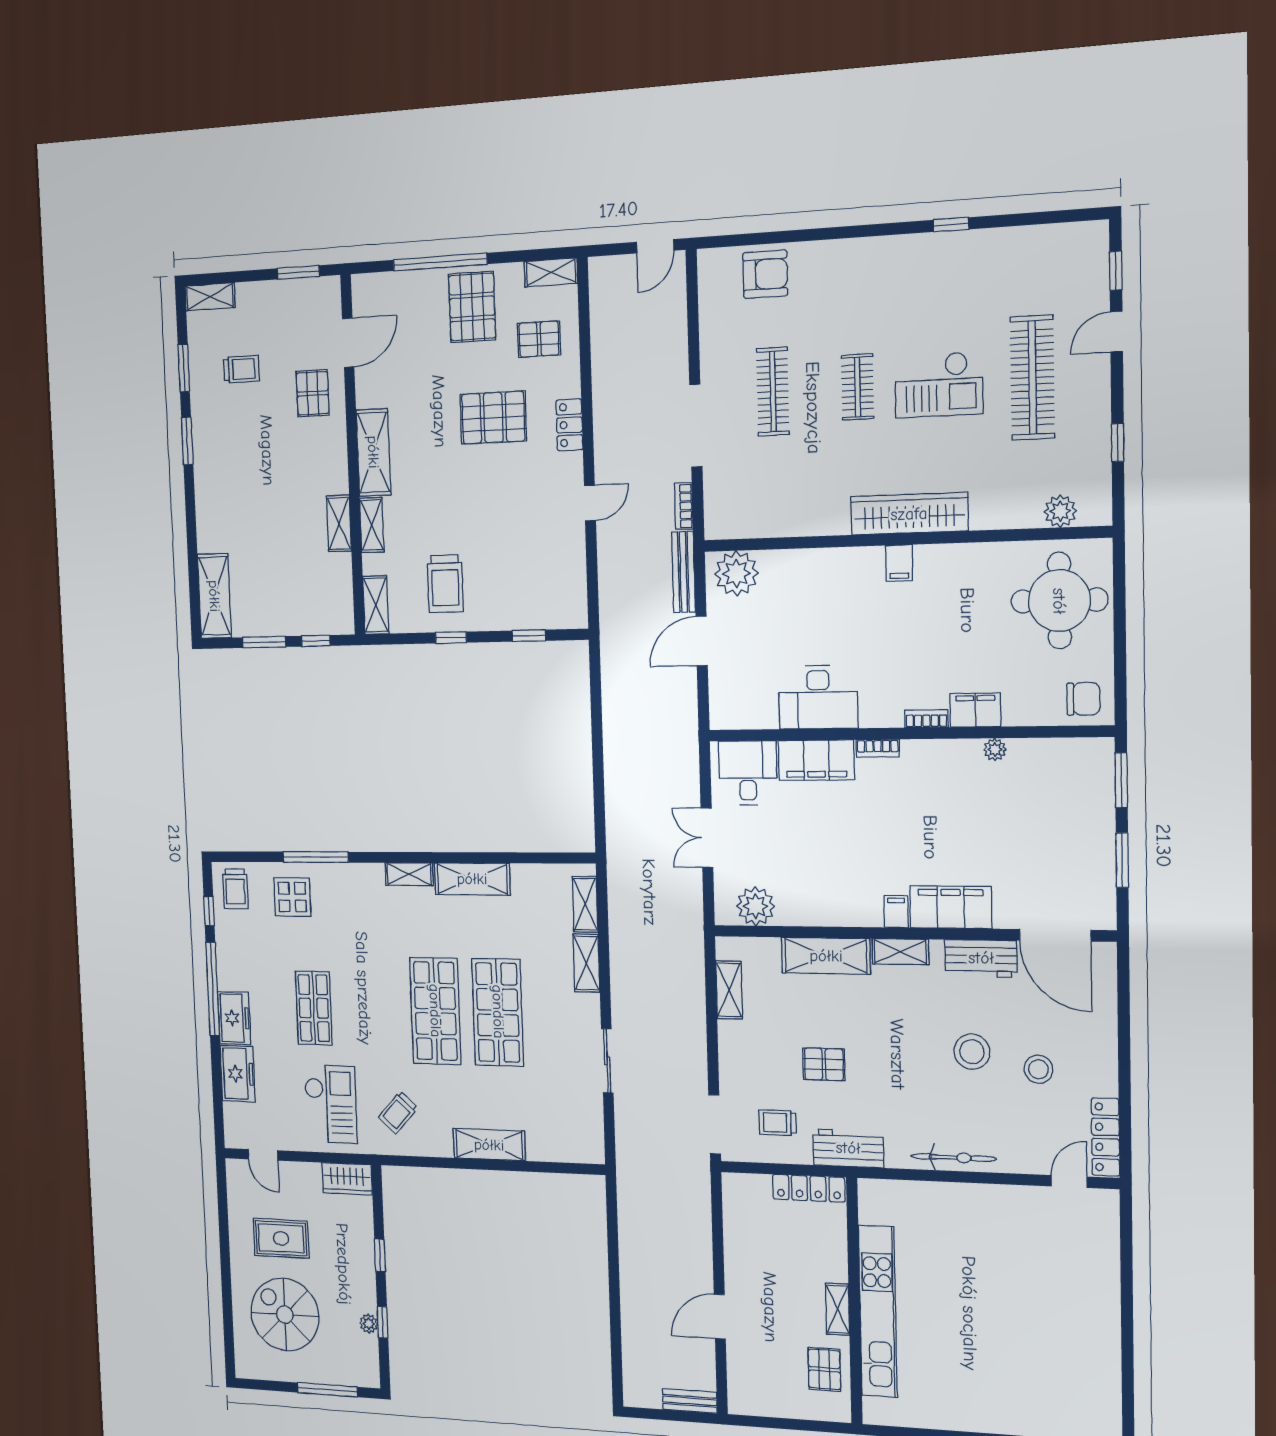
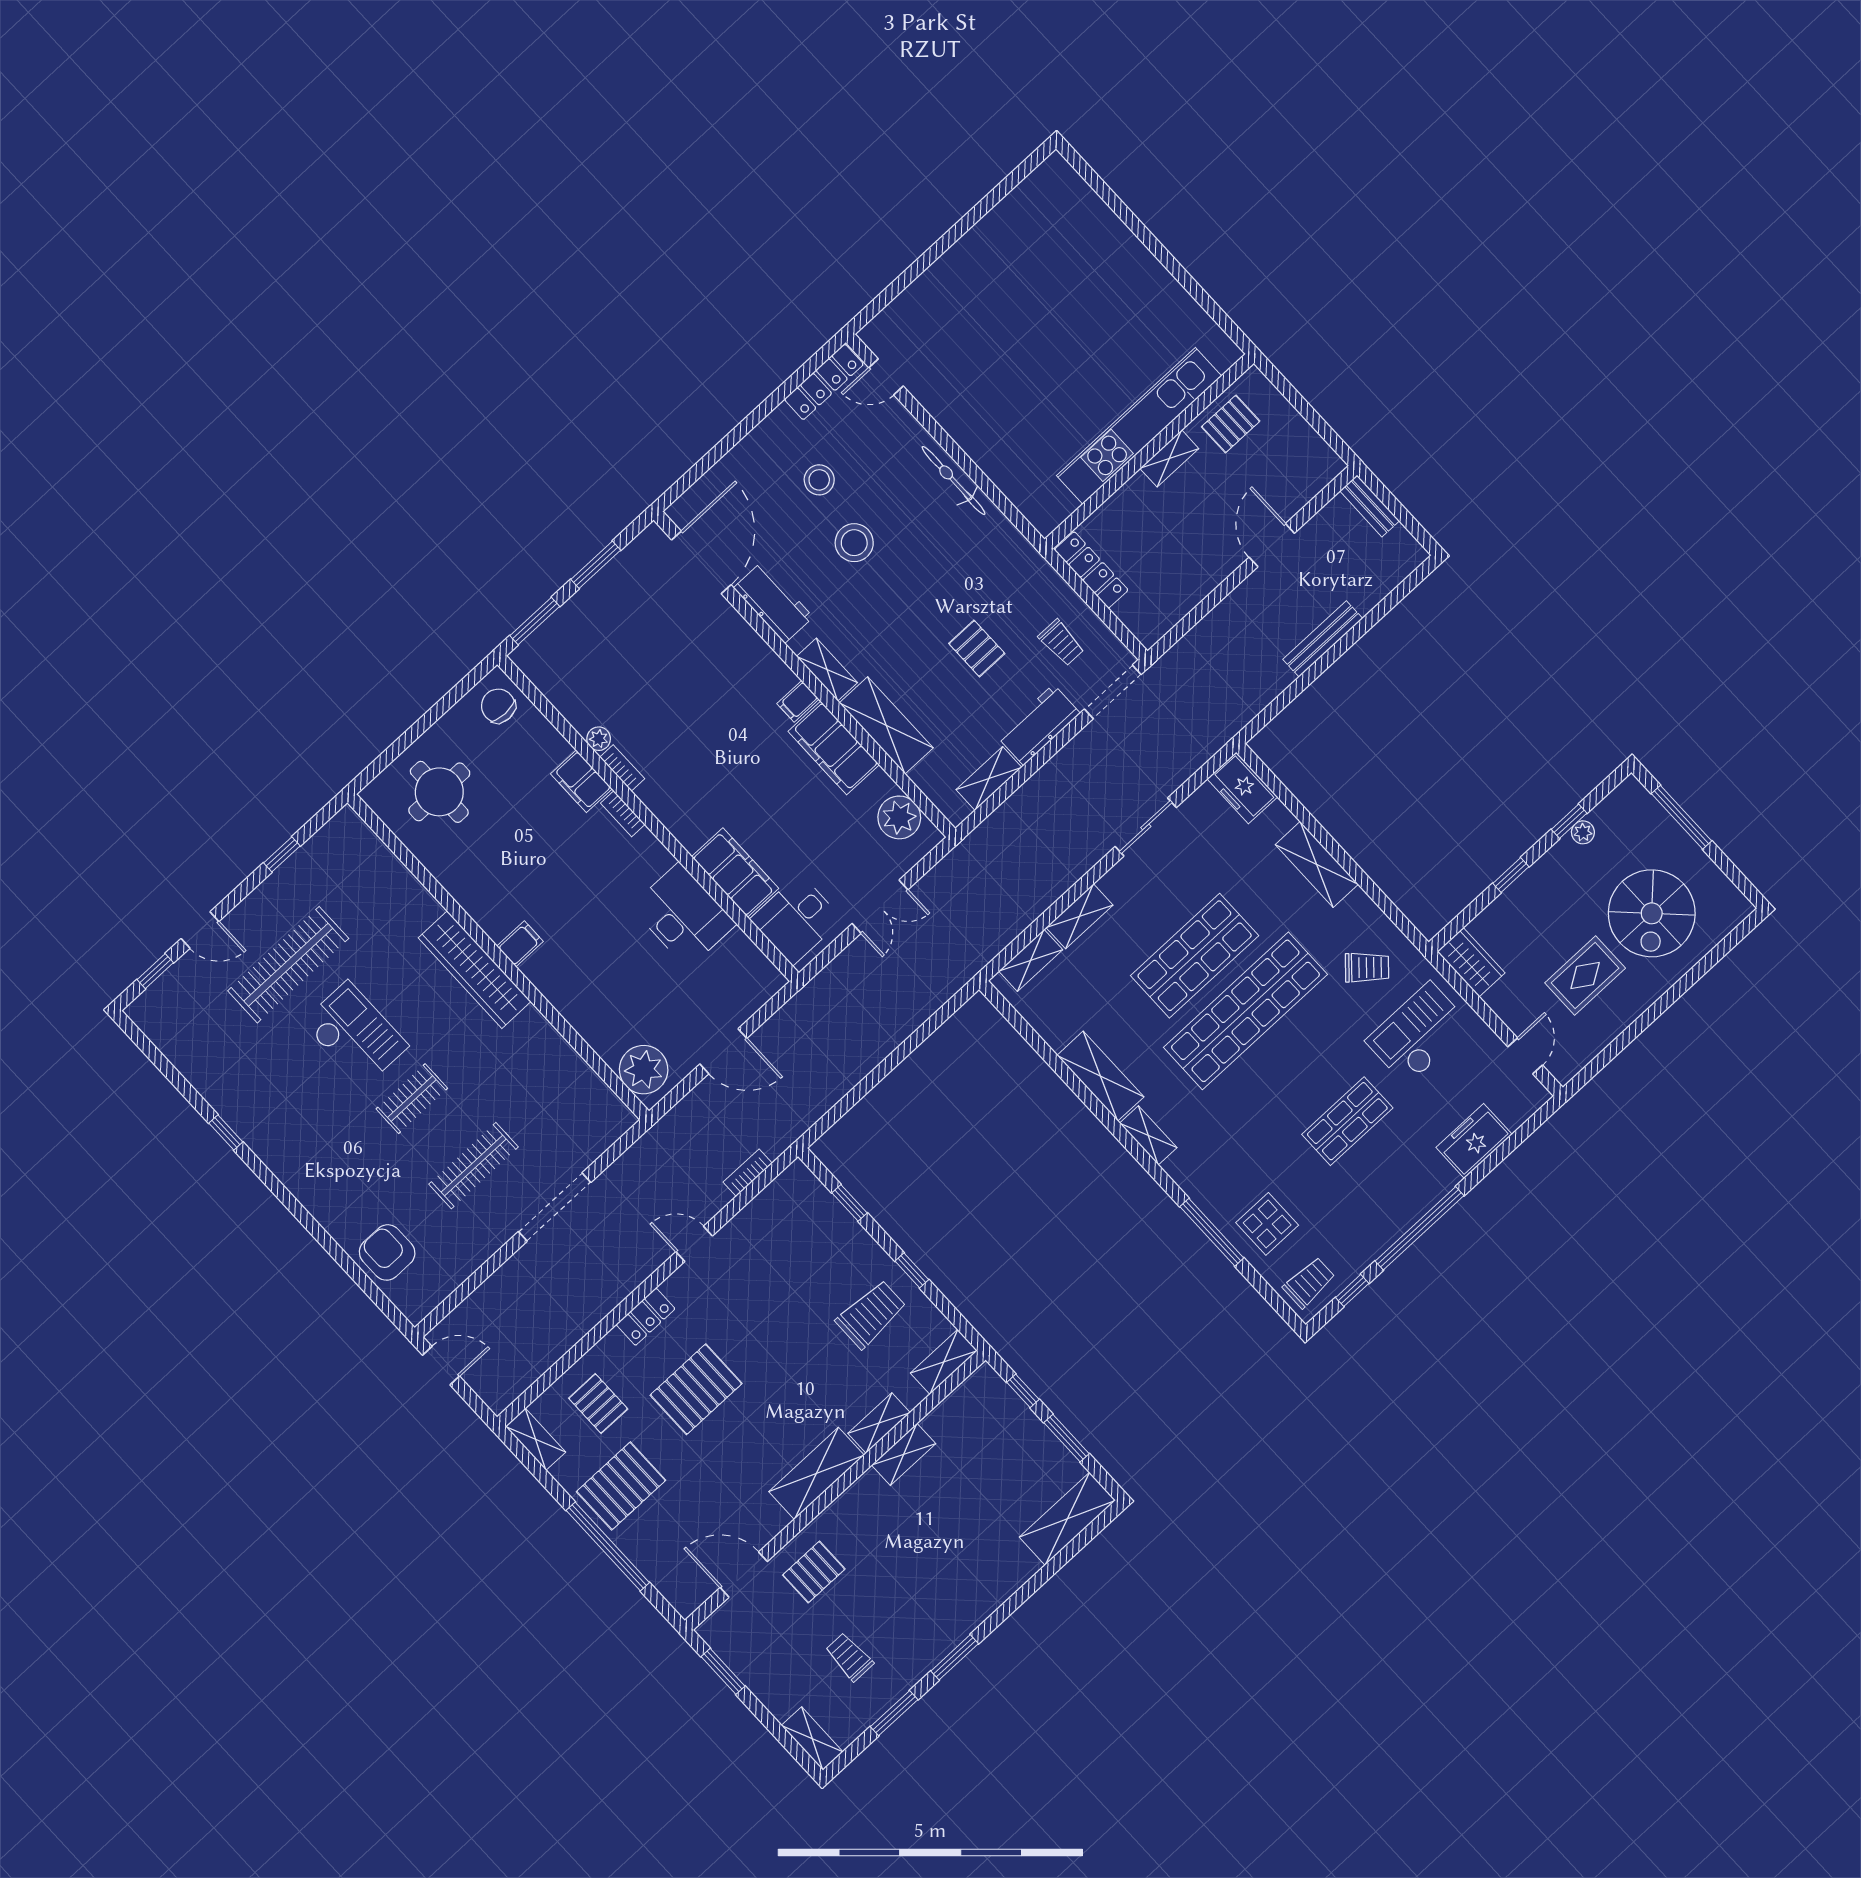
pallet: (493, 418) -> (696, 1389), turned 90
bookcase: (684, 506) -> (748, 1173), moved, turned 180
plant: (1060, 511) -> (371, 852), removed
bench: (683, 572) -> (1323, 639), moved
round table: (1059, 601) -> (439, 792), width x0.73, depth x0.73
bookcase: (878, 748) -> (622, 768), moved
filing cabinet: (951, 907) -> (834, 748), moved
shop shelf: (435, 1011) -> (1245, 1011), width x1.40
freezer: (234, 1018) -> (1242, 788), moved, turned -90
workbench: (848, 1148) -> (1039, 725), moved, turned 90
rug: (281, 1238) -> (1585, 976), turned 90
door: (720, 1317) -> (1272, 545), swing flipped

